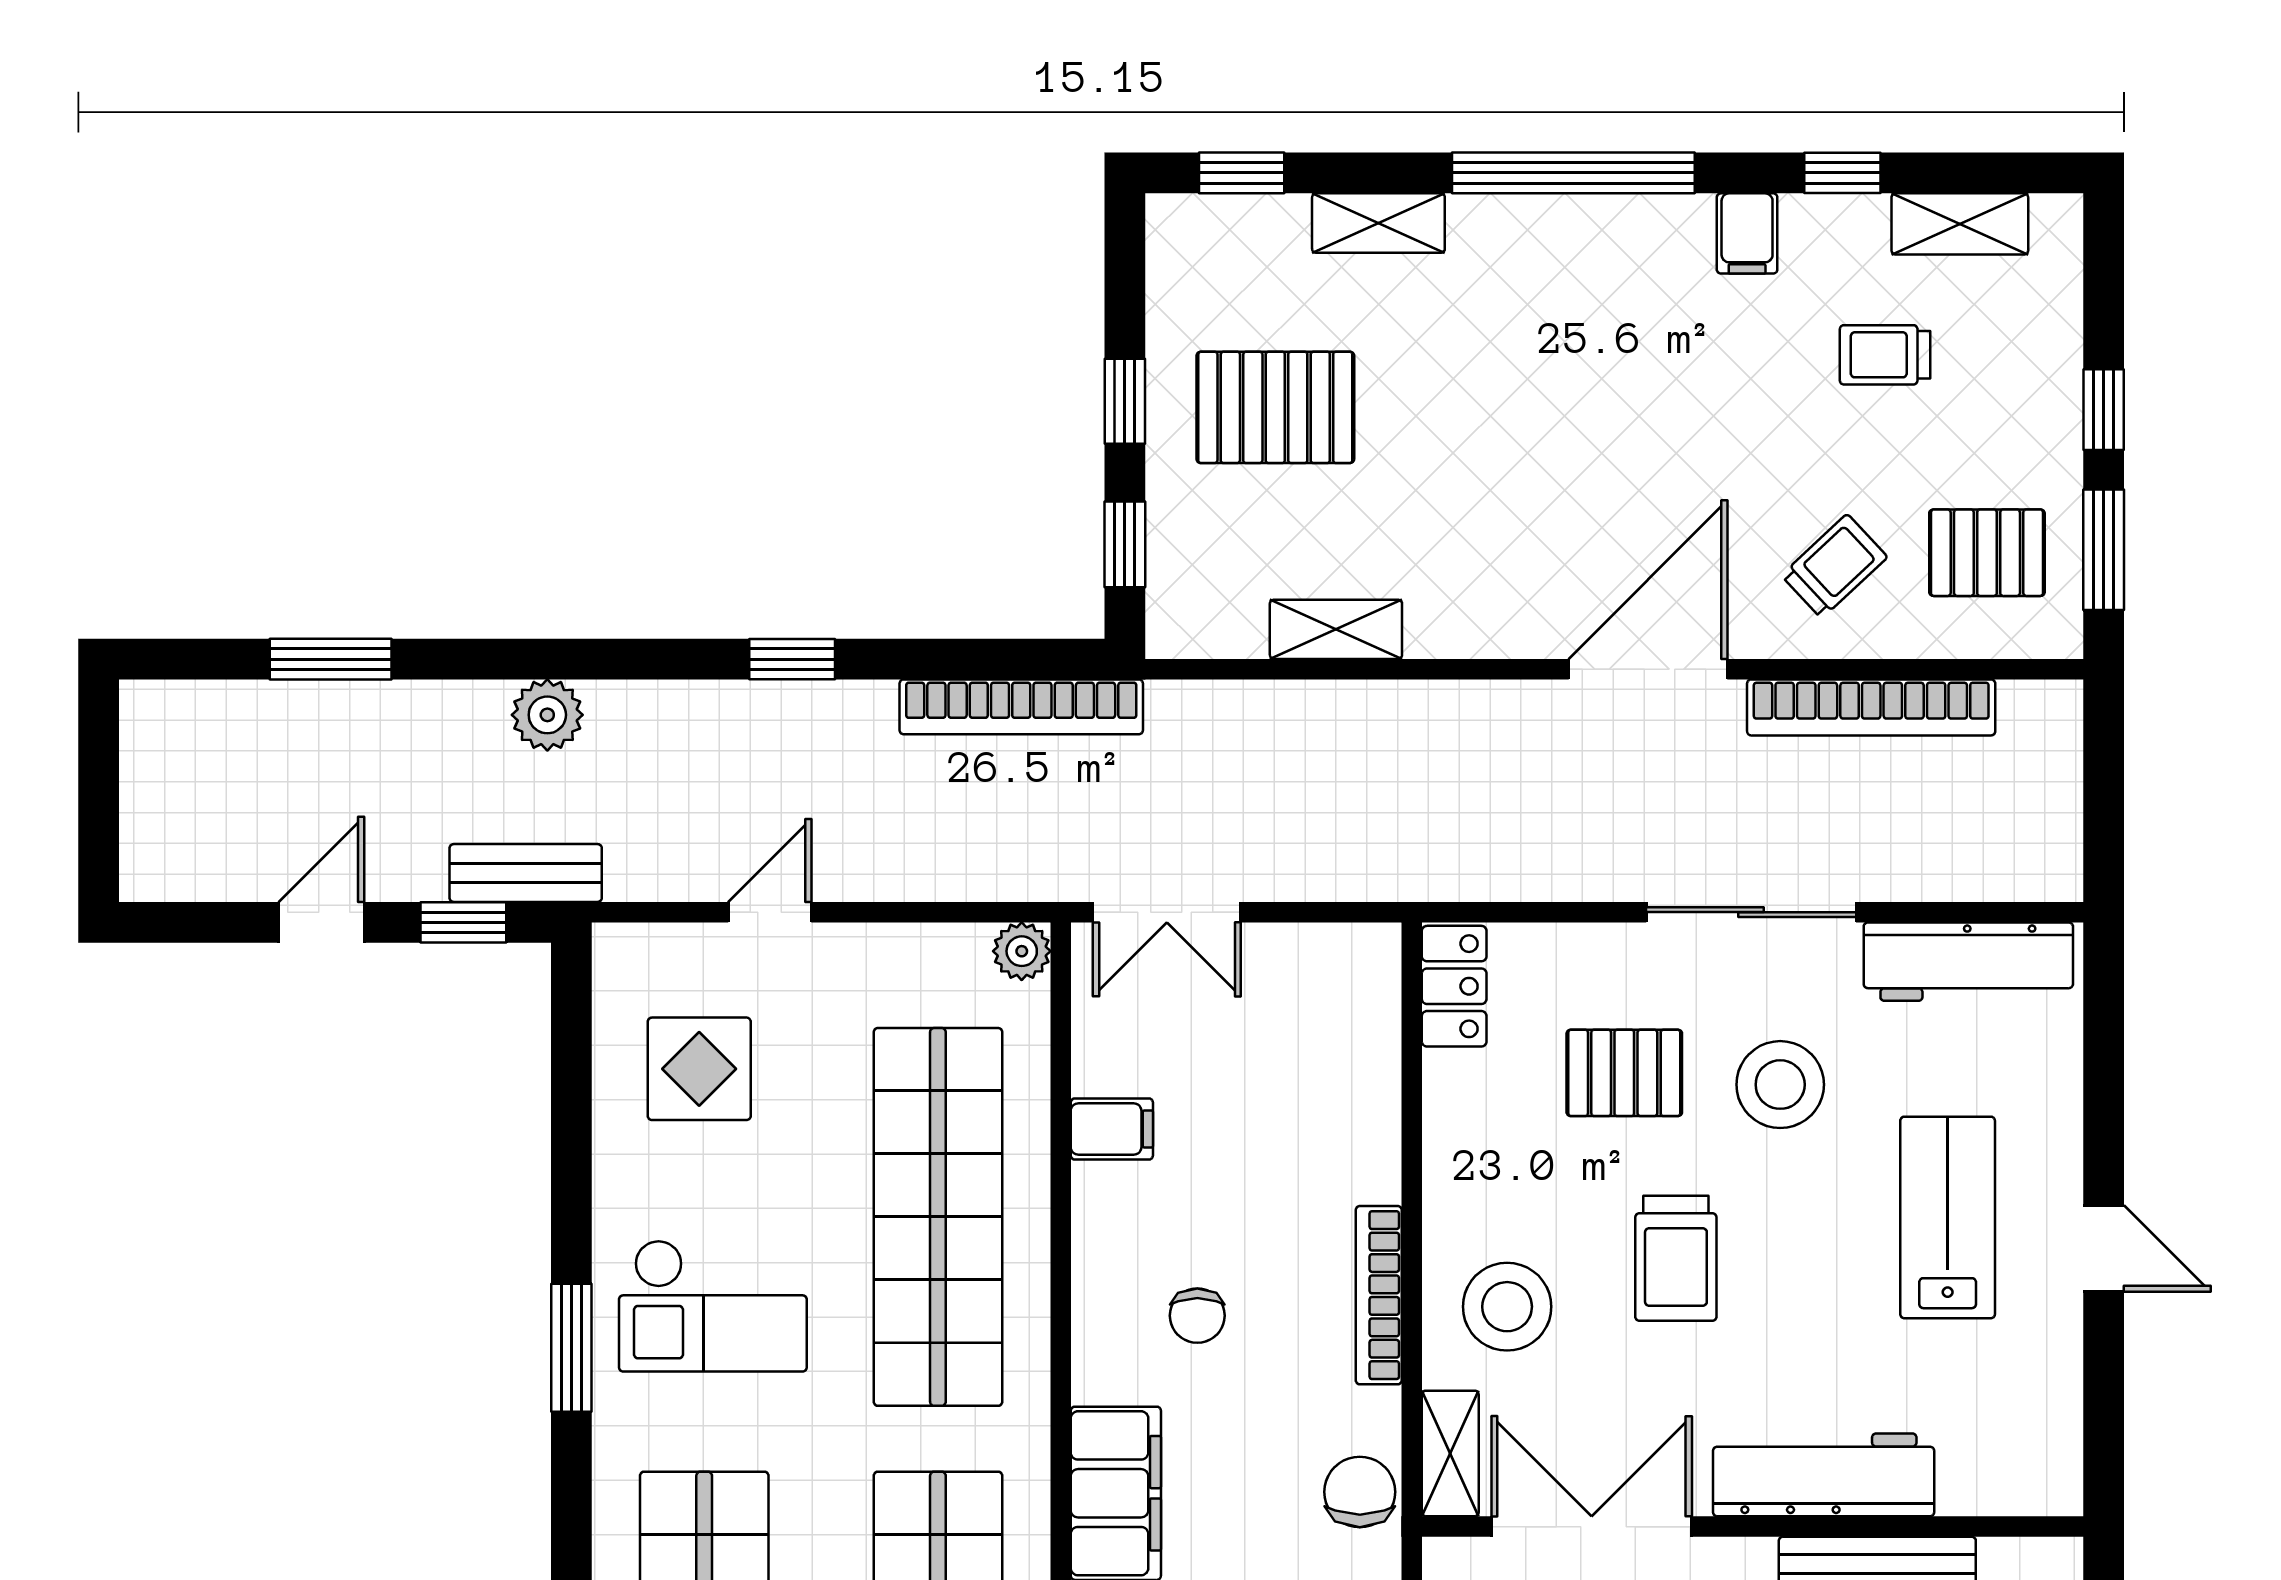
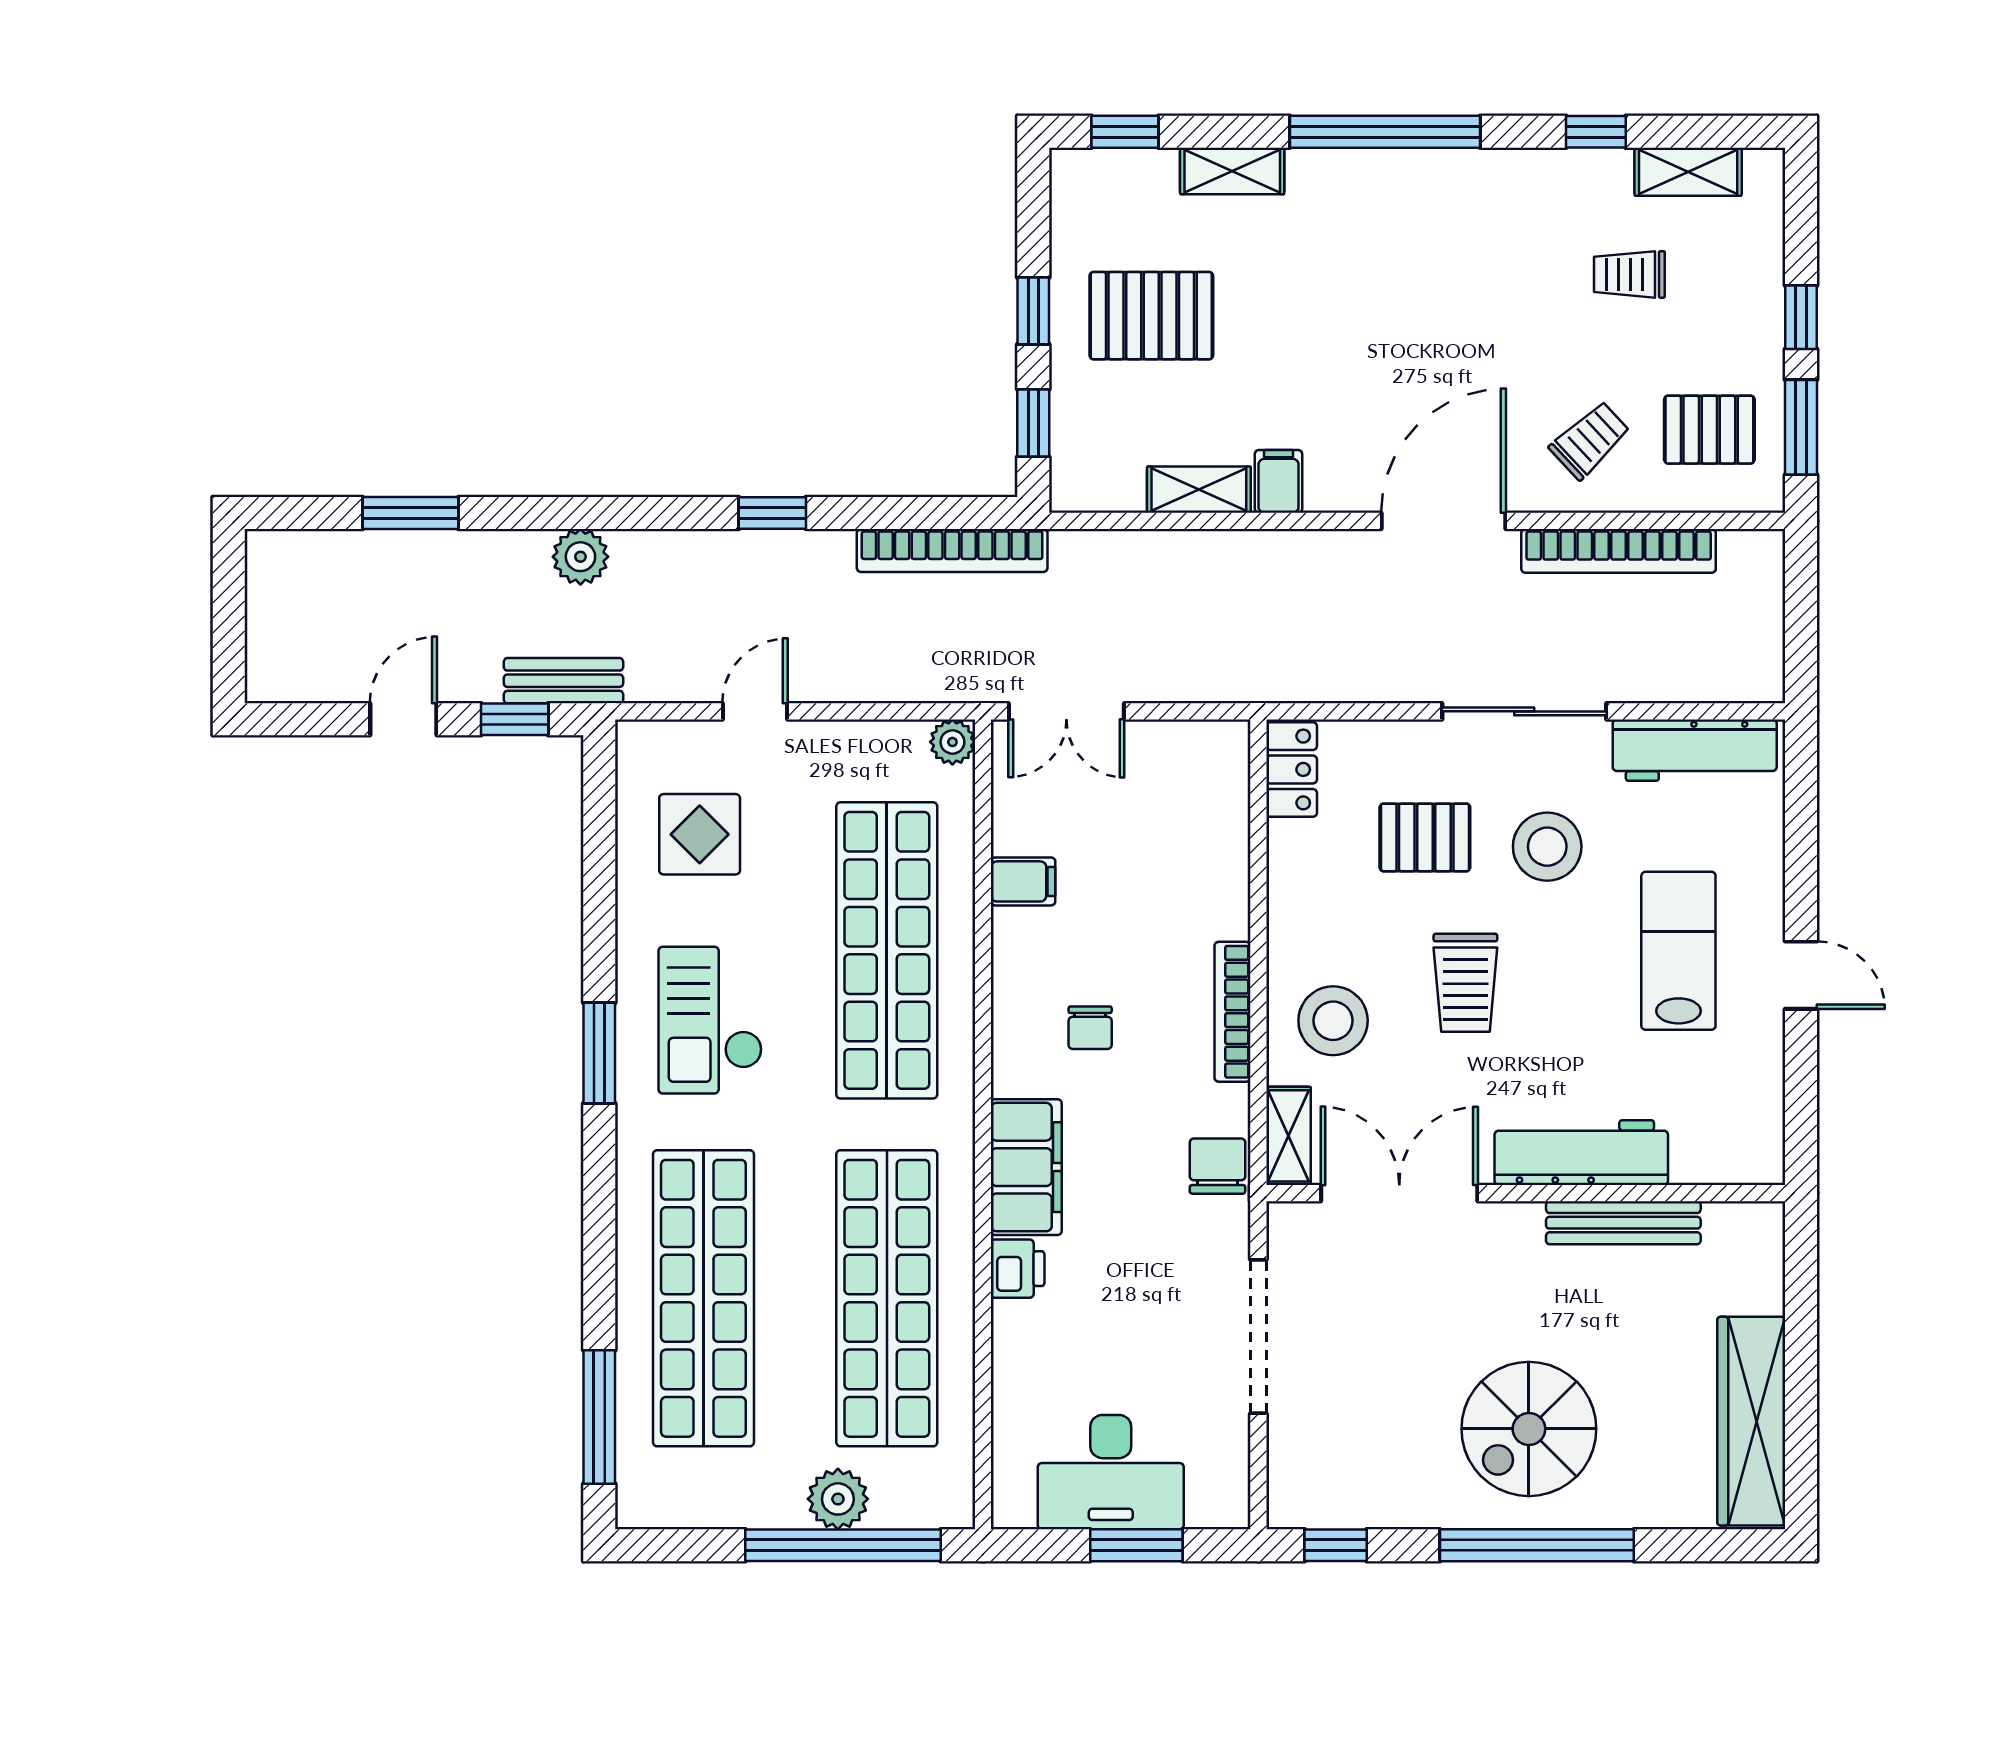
filing cabinet: (1747, 233) -> (1279, 481), moved, turned 180
checkout: (713, 1306) -> (710, 1020), turned 90

